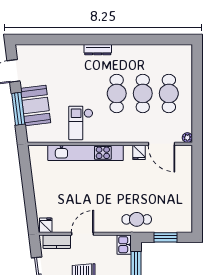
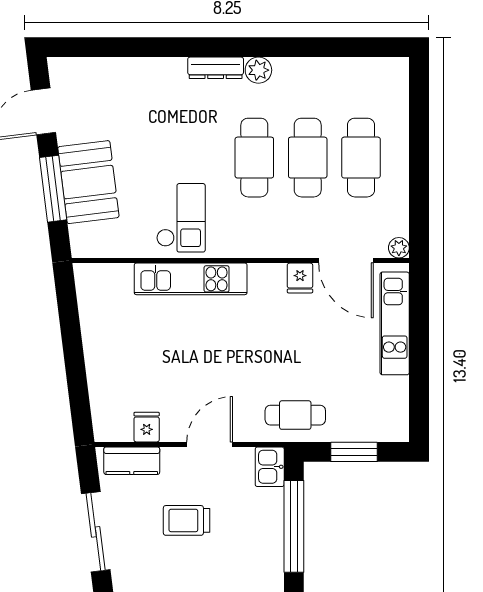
plant: (119, 51) -> (258, 70), added
checkout: (81, 123) -> (181, 218), turned 180
kitchen unit: (86, 153) -> (191, 279), width x0.73
kitchen unit: (185, 175) -> (395, 323), added
fridge: (46, 225) -> (147, 427), moved
door: (82, 234) -> (210, 444), moved

